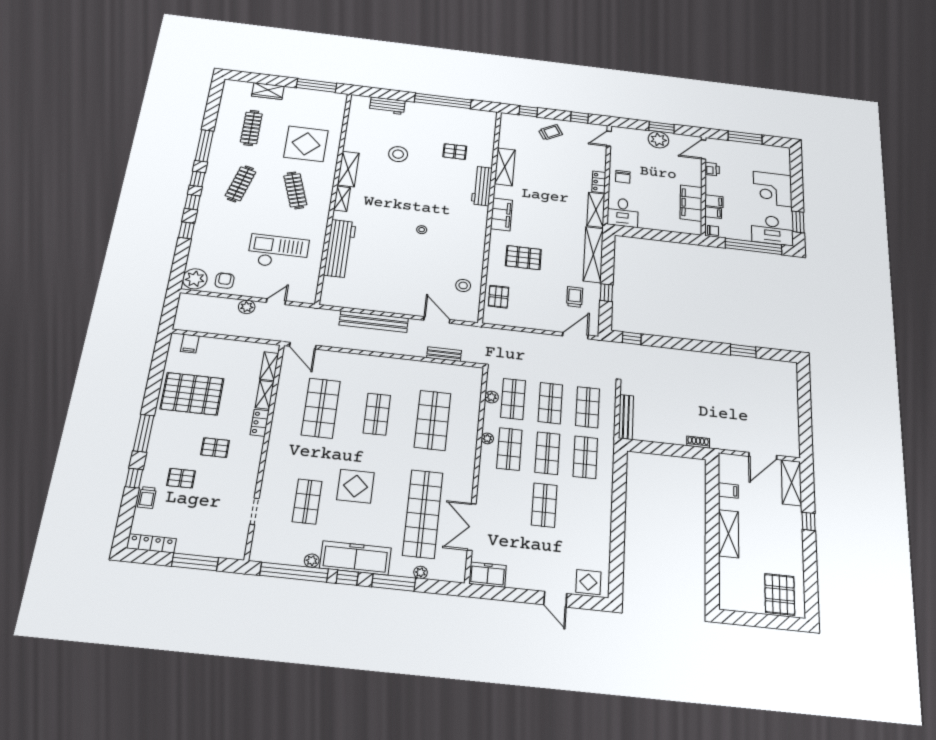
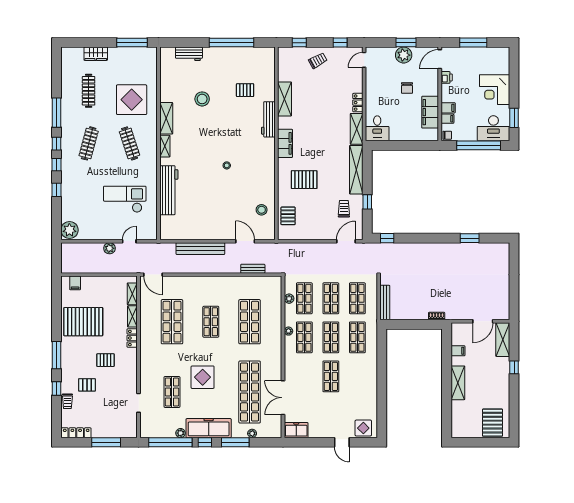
chair: (623, 177) -> (407, 88), moved
armchair: (225, 281) -> (91, 229), removed

